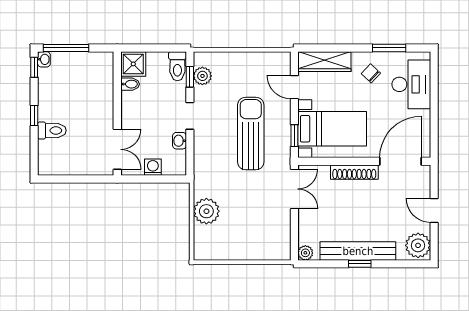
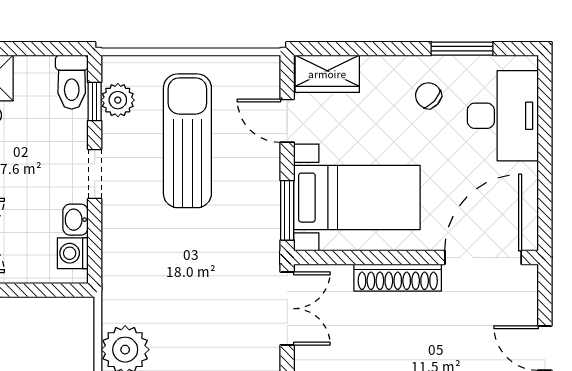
wardrobe: (325, 62) -> (327, 74), width x0.67
sun lounger: (251, 134) -> (187, 141), moved
window: (294, 136) -> (287, 210), width x1.50
washing machine: (153, 167) -> (73, 253), moved, turned -90

